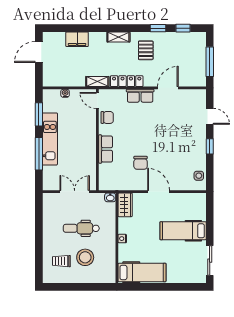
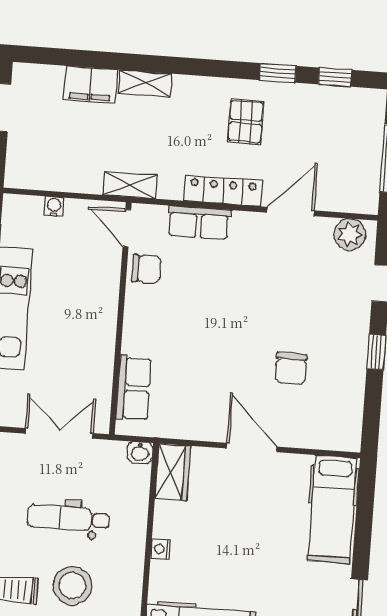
shelving: (118, 37) -> (145, 83), moved
locker: (127, 81) -> (223, 191), moved
row of seats: (140, 96) -> (199, 223), moved
plant: (194, 96) -> (350, 234), added
row of seats: (105, 149) -> (134, 388), moved
chair: (141, 163) -> (291, 368), moved
side table: (199, 176) -> (346, 418), removed
hospital bed: (183, 231) -> (332, 509), moved, turned -90

